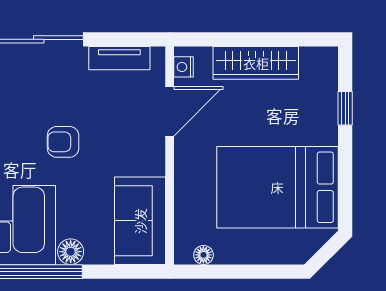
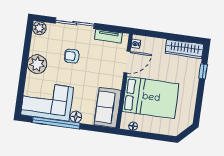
wardrobe: (256, 63) -> (184, 49), moved
armchair: (63, 142) -> (72, 56), moved
bed: (277, 187) -> (151, 98), moved, turned 180

